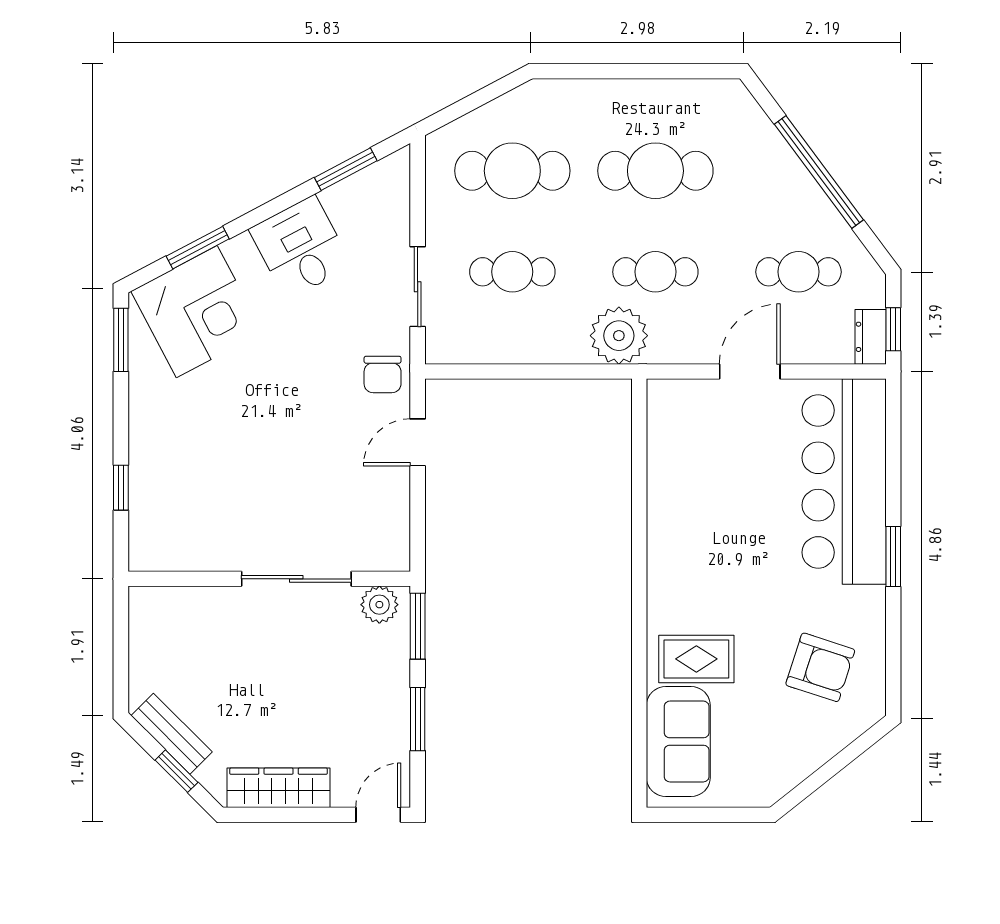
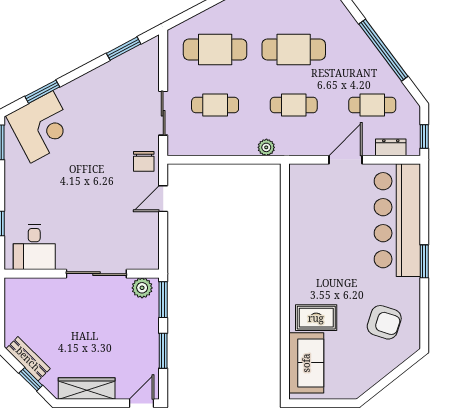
desk: (301, 247) -> (34, 247), moved, turned -152
plant: (619, 336) -> (266, 147), width x0.53, depth x0.53
dresser: (871, 337) -> (391, 147), moved, turned 90

